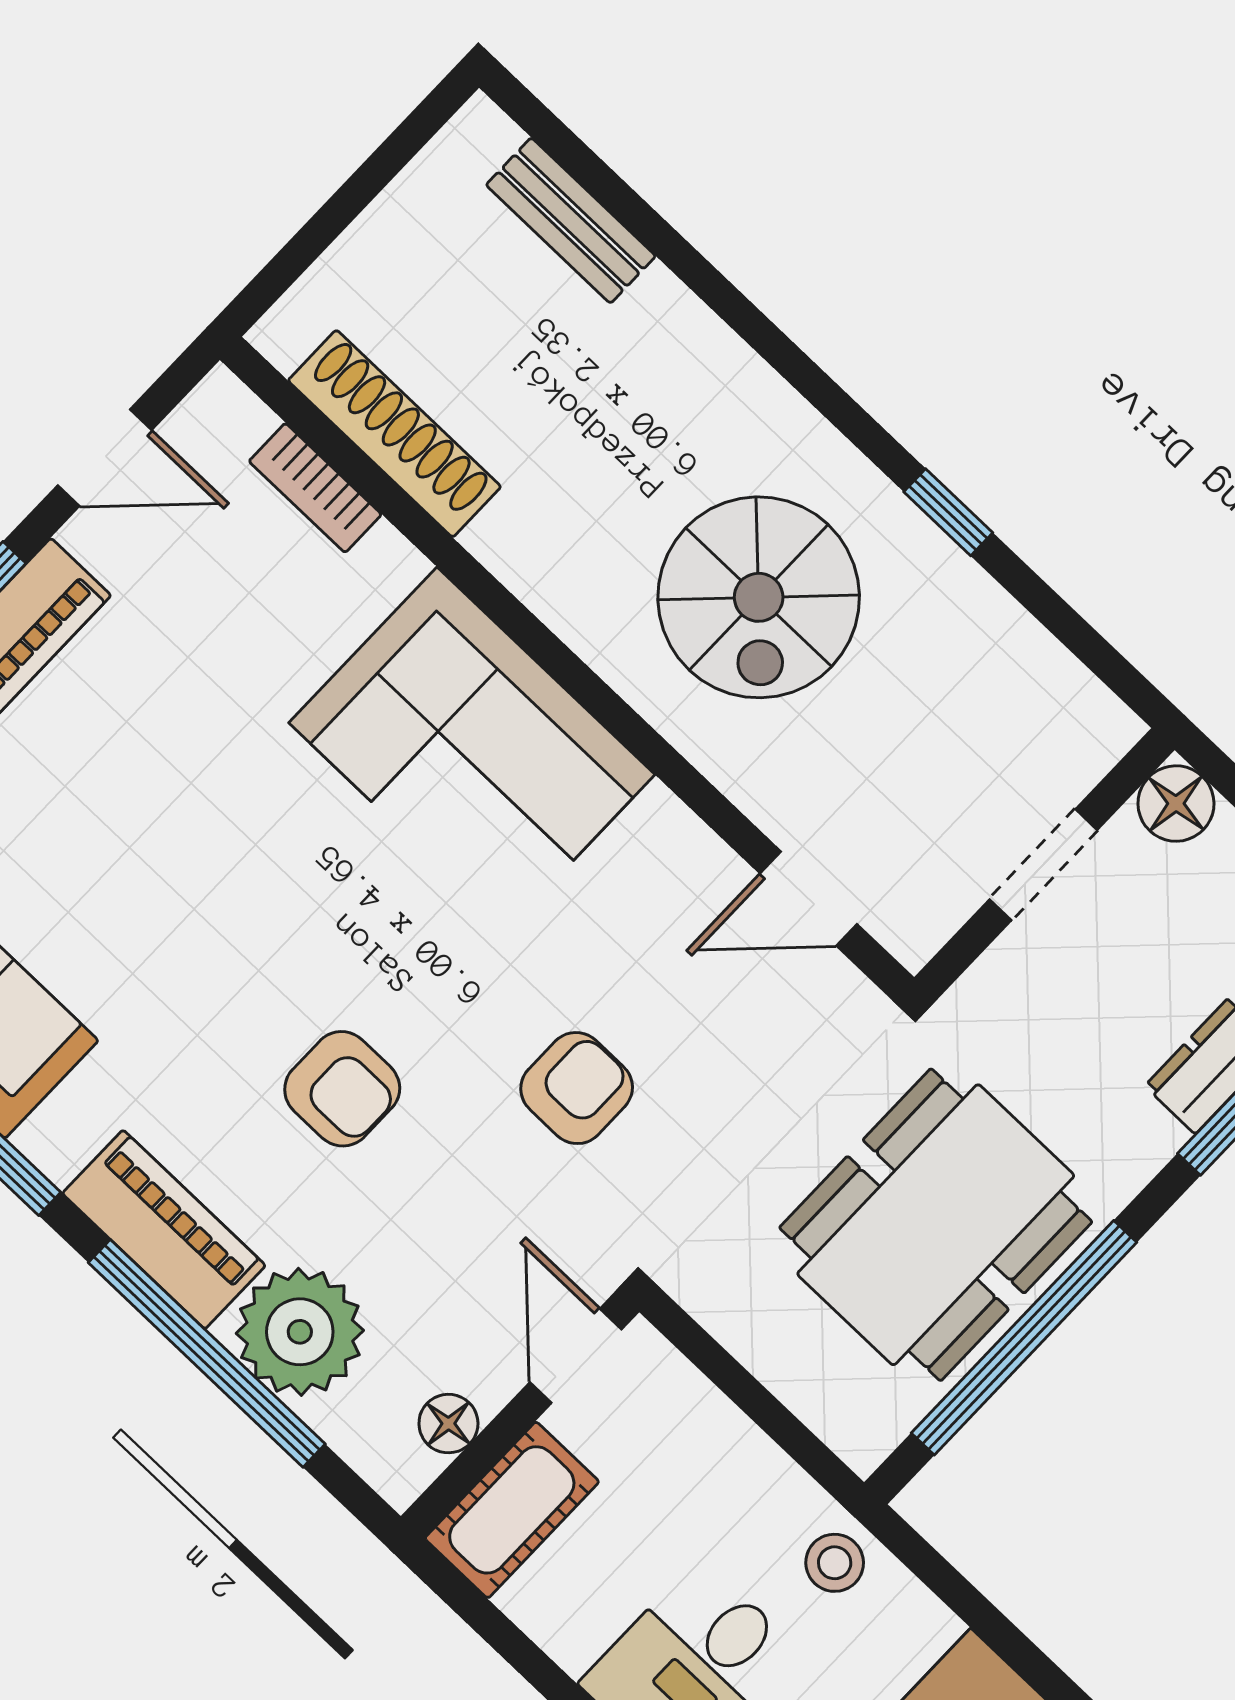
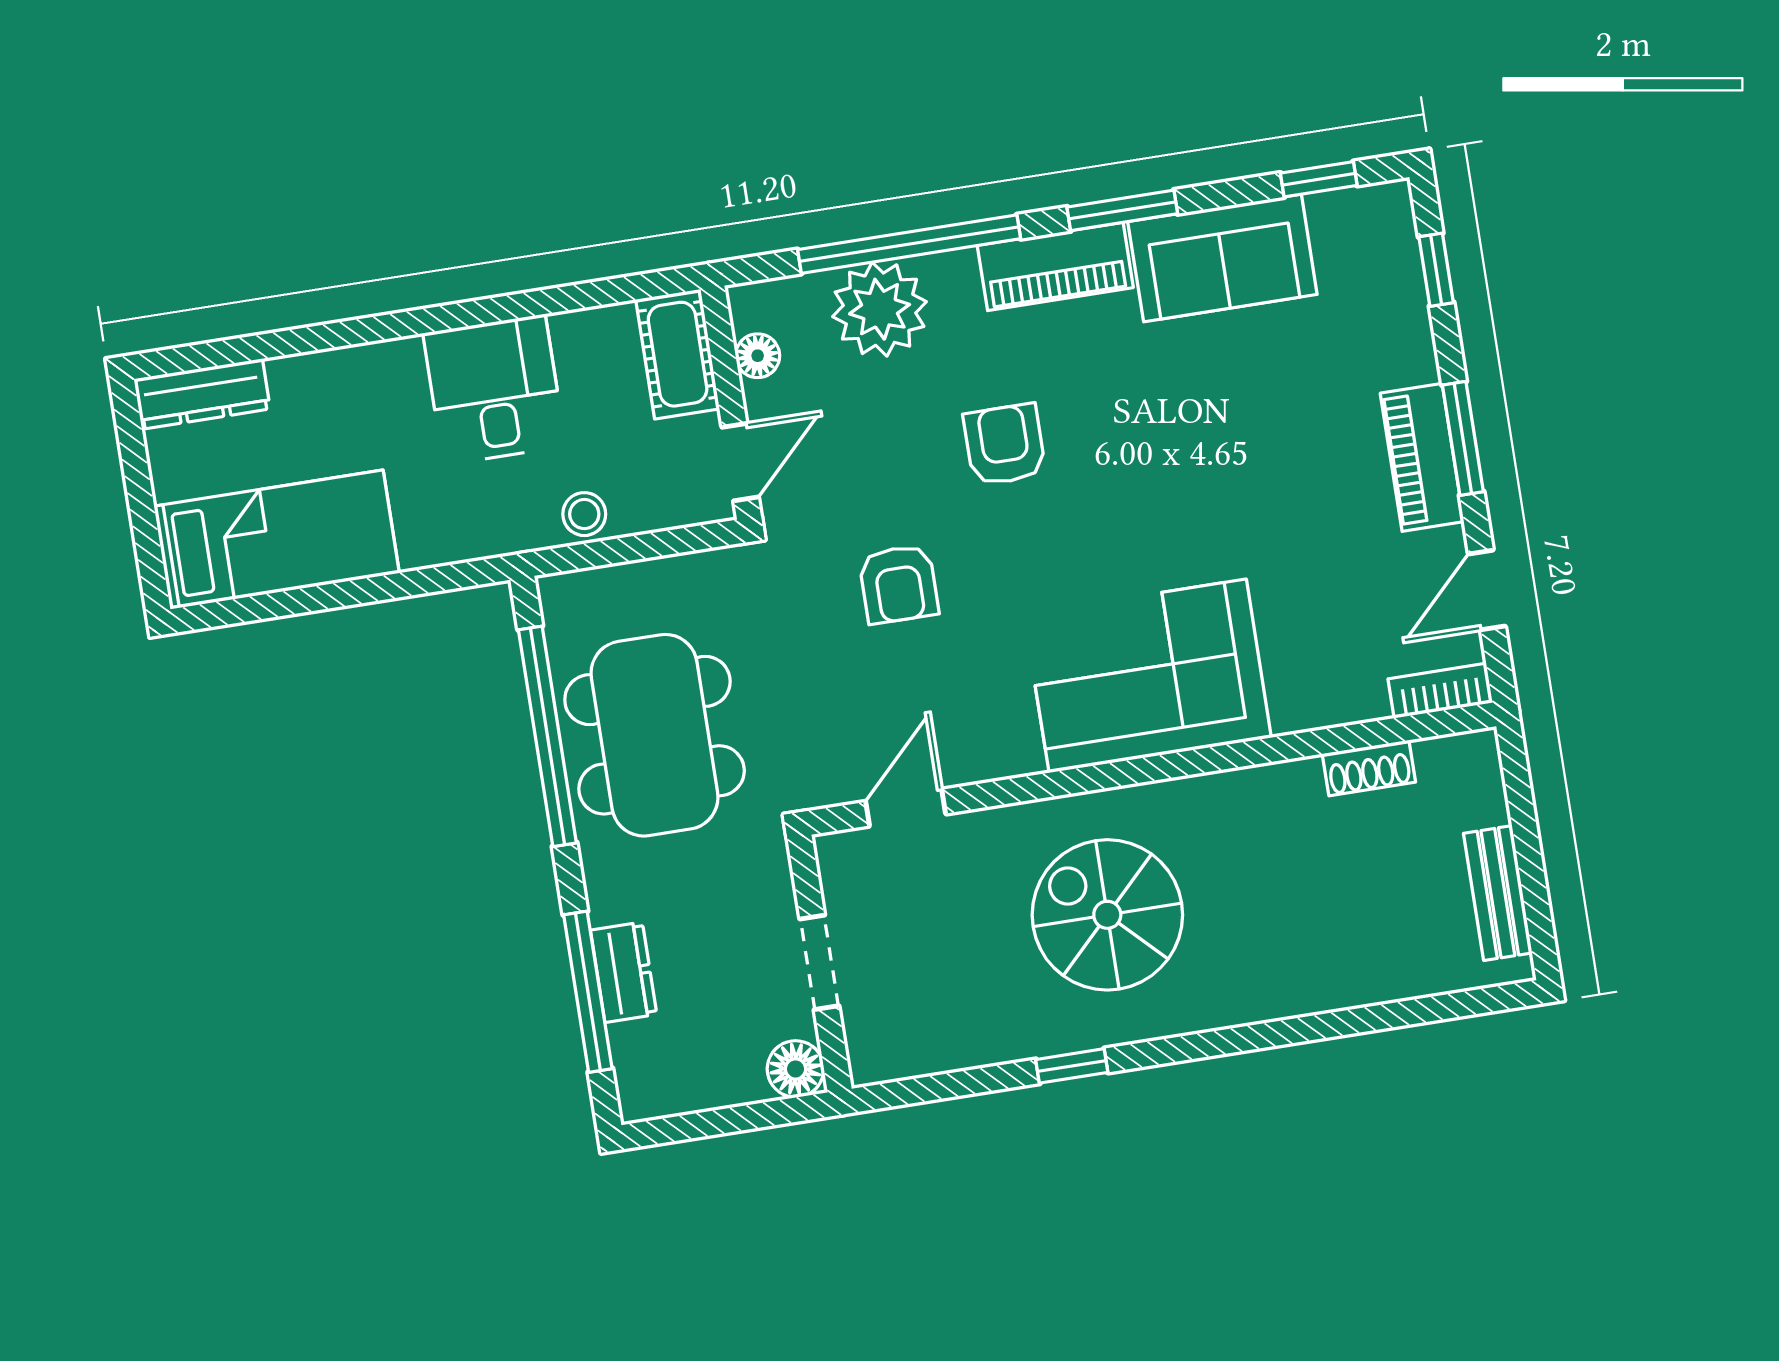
bench: (571, 220) -> (1498, 893), moved, turned 90
shoe rack: (394, 434) -> (1369, 768), width x0.51, depth x0.81
bookcase: (315, 488) -> (1440, 691), moved
armchair: (342, 1089) -> (1005, 445), turned 90
piano: (164, 1229) -> (1055, 266), moved
door: (576, 1356) -> (740, 462), hinge flipped
stool: (835, 1563) -> (584, 514), moved

